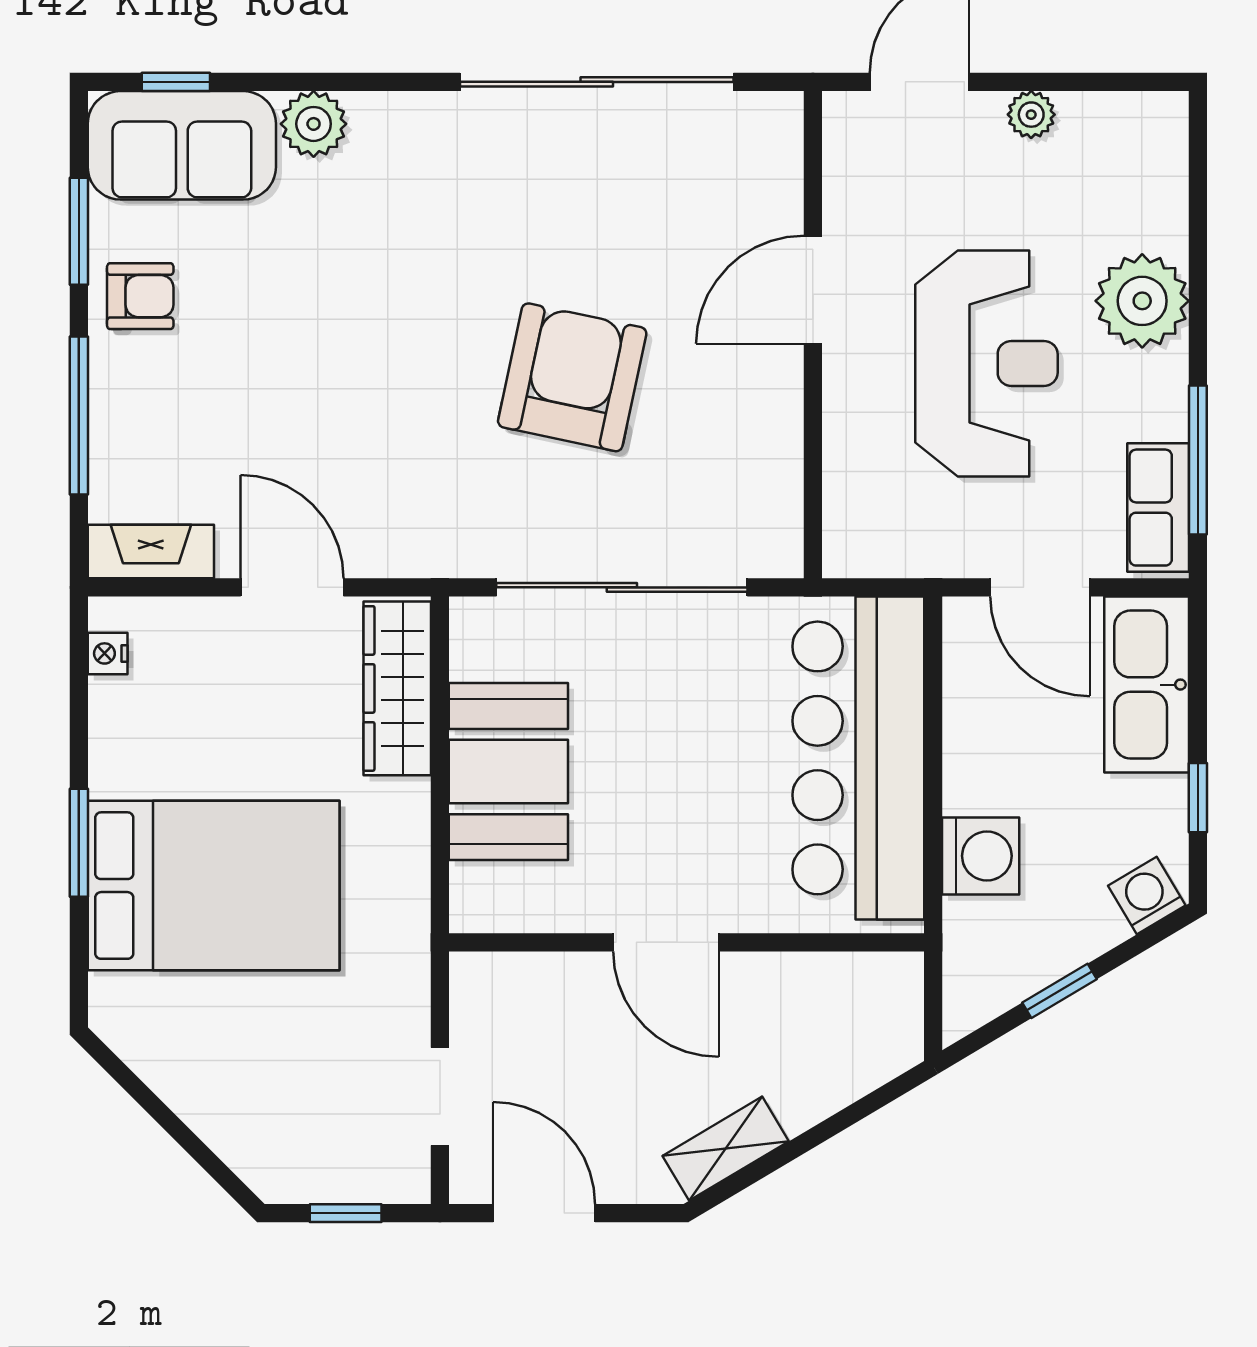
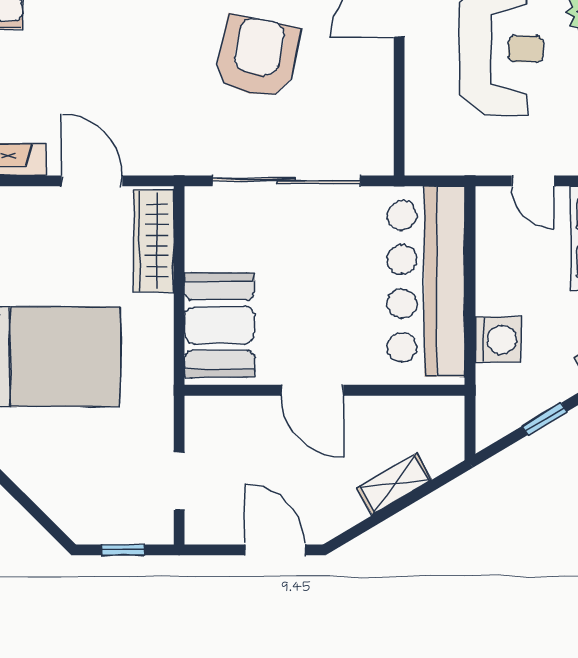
door: (1040, 587) -> (533, 181), width x0.73
booth: (508, 772) -> (219, 325), moved
shelving: (726, 1149) -> (394, 484), moved
door: (544, 1213) -> (275, 550), moved

